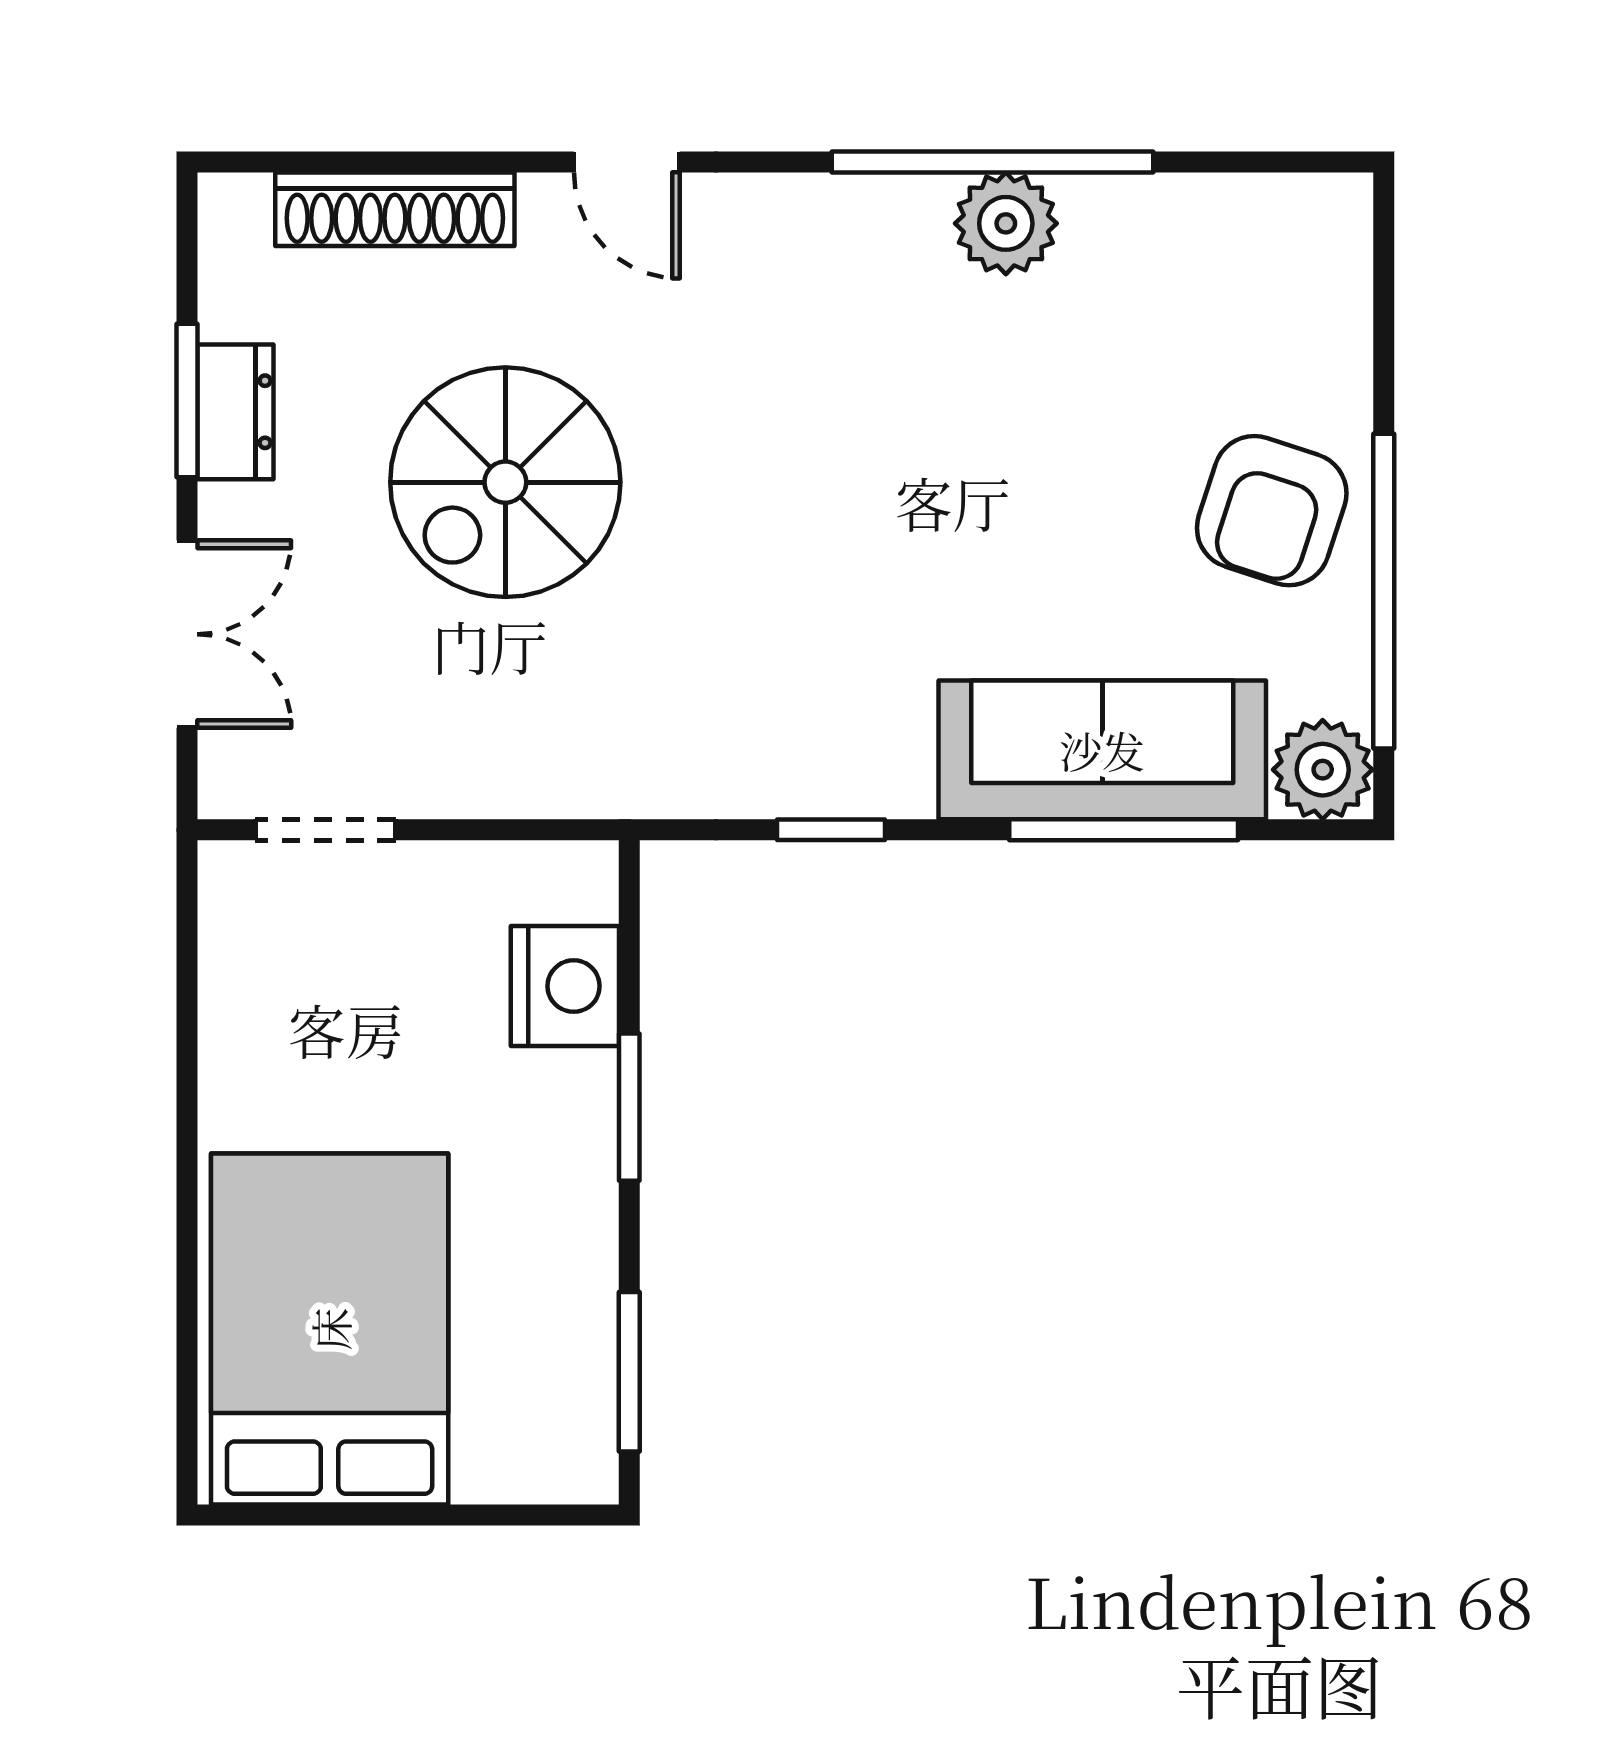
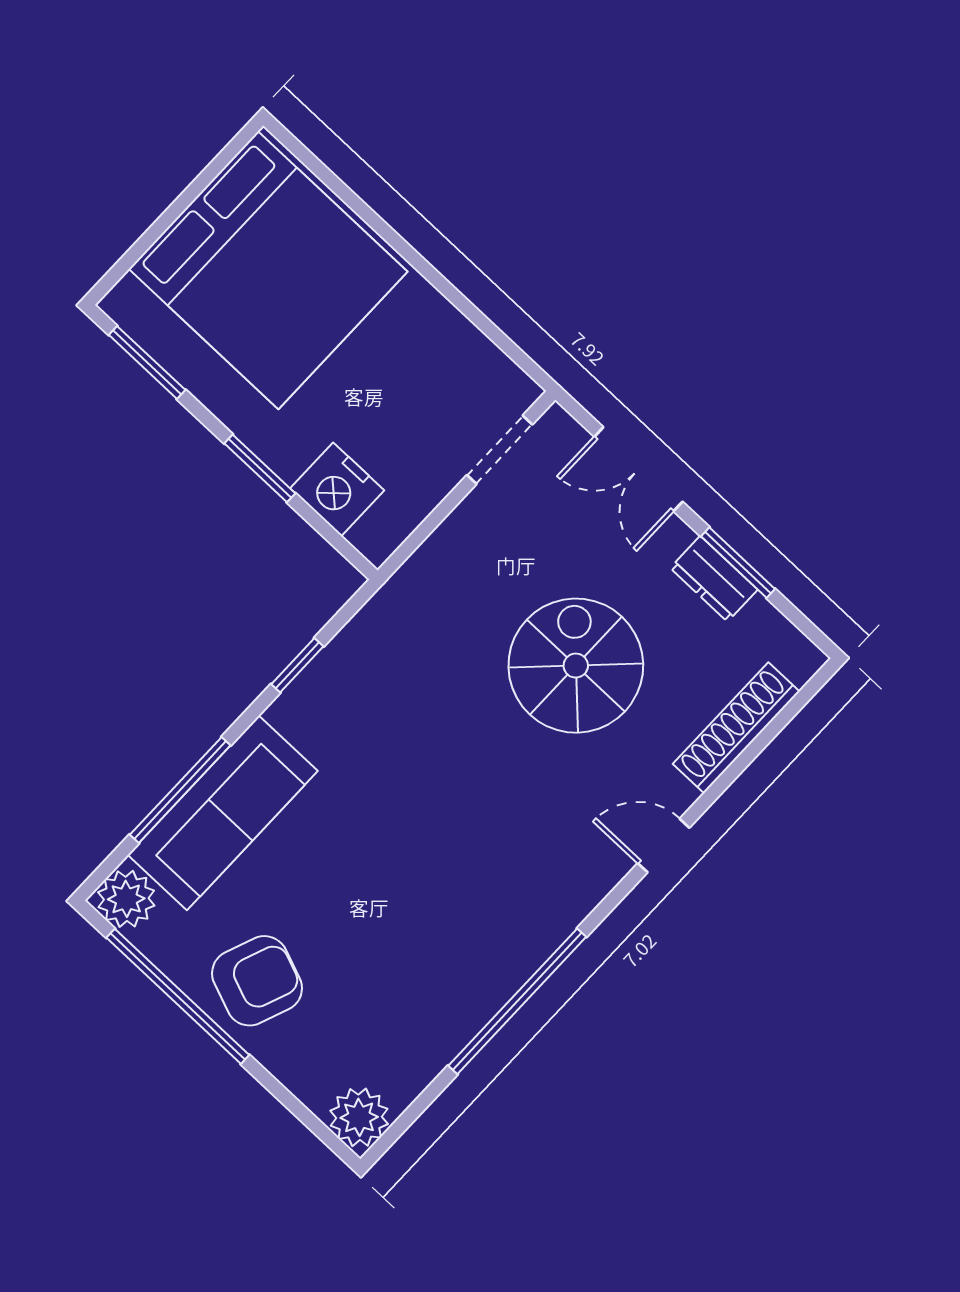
plant: (1006, 223) -> (359, 1117), moved
armchair: (1272, 511) -> (257, 981), turned 93
bed: (330, 1329) -> (268, 270), width x1.36

